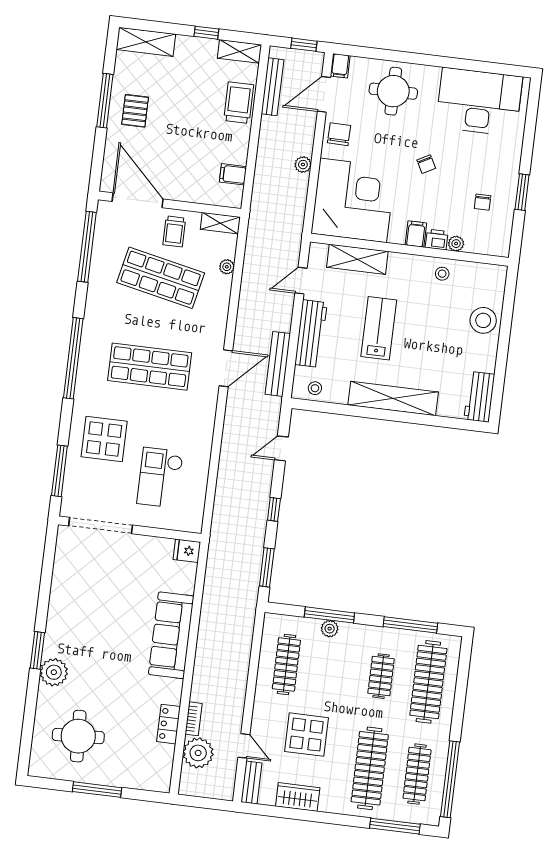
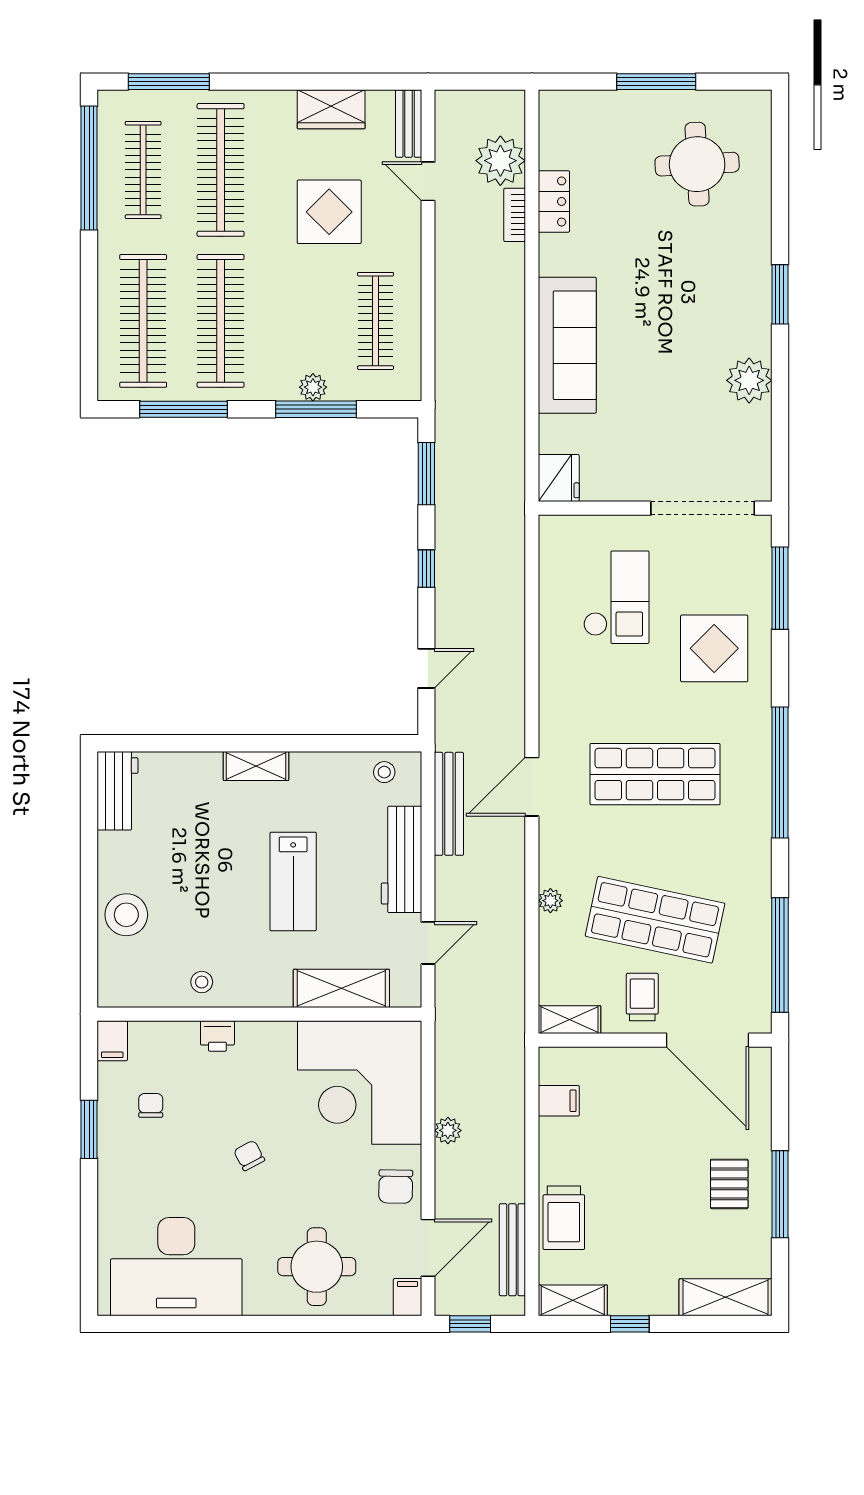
filing cabinet: (416, 234) -> (112, 1041), moved
plant: (456, 244) -> (185, 1033), removed
plant: (227, 267) -> (550, 901), moved
shelving: (393, 399) -> (256, 766), width x0.45, depth x0.75
fridge: (187, 551) -> (559, 478), width x1.38
plant: (54, 672) -> (749, 380), moved
clothes rail: (381, 676) -> (221, 321), width x1.86, depth x1.31

